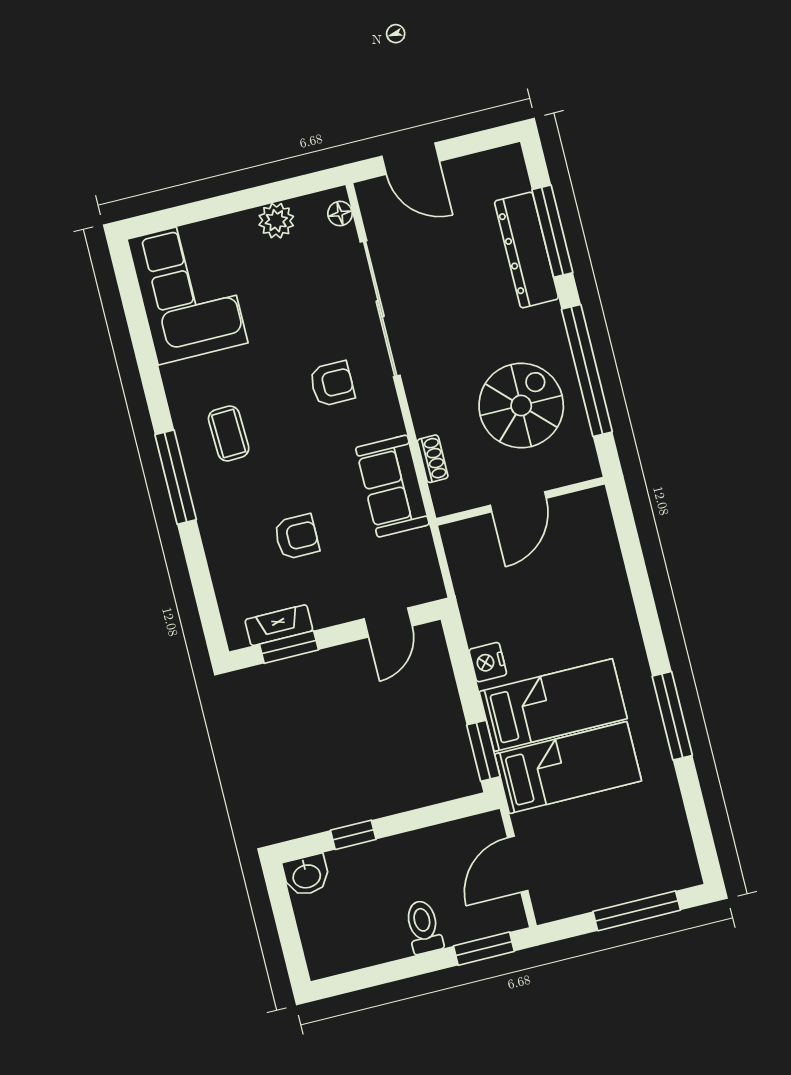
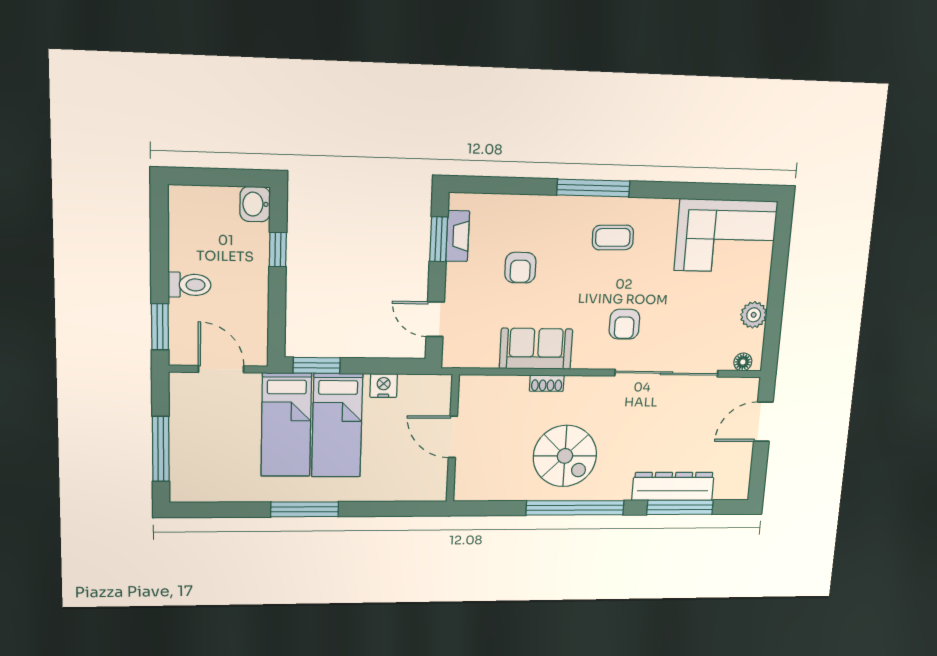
wall: (520, 501) -> (453, 439), moved
door: (518, 502) -> (453, 437), moved

